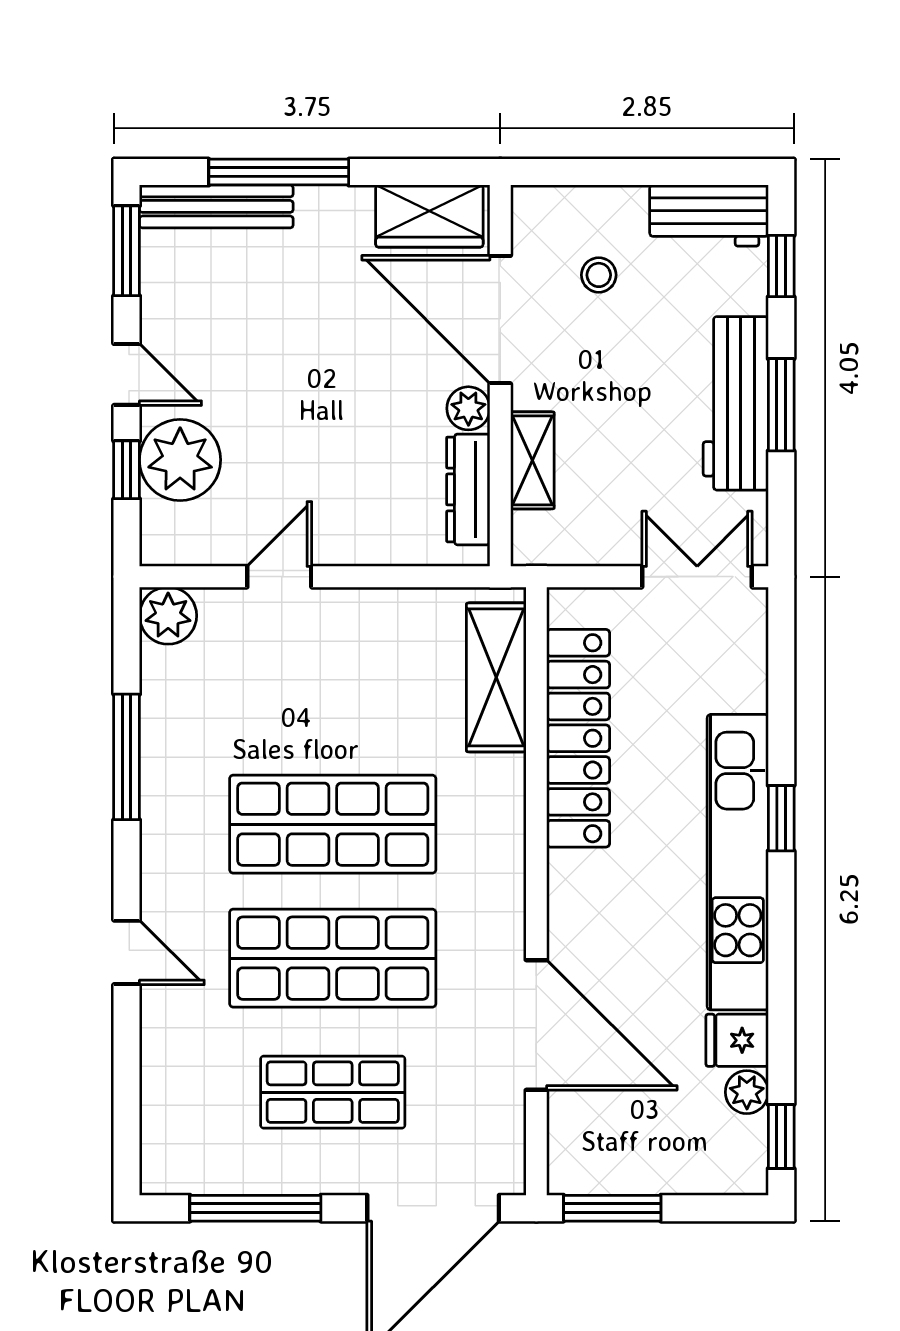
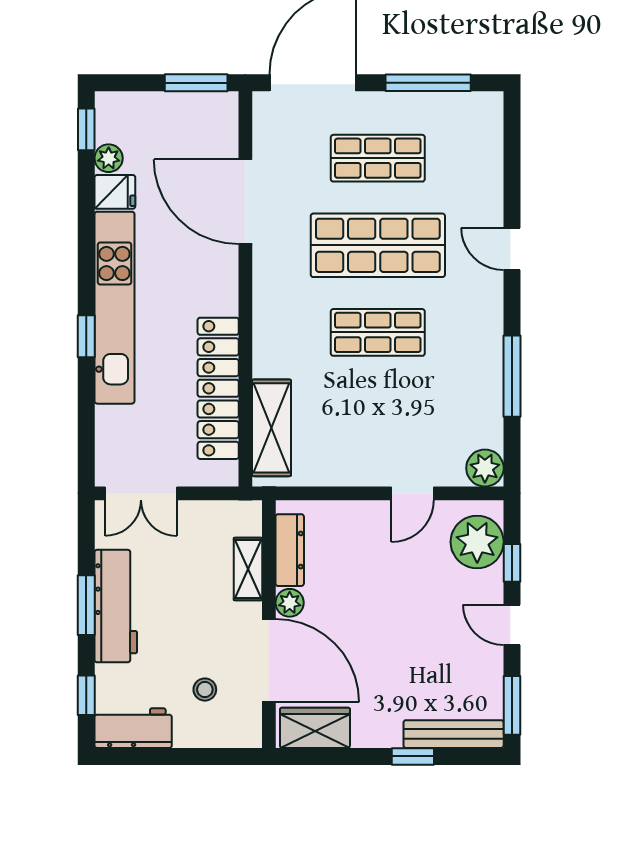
window: (279, 172) -> (413, 756), width x0.46
plant: (180, 460) -> (477, 542), moved
shop shelf: (333, 824) -> (378, 332), width x0.70, depth x0.74

